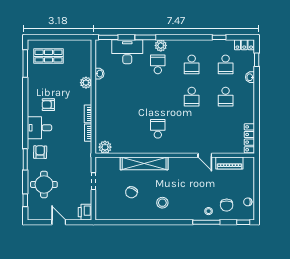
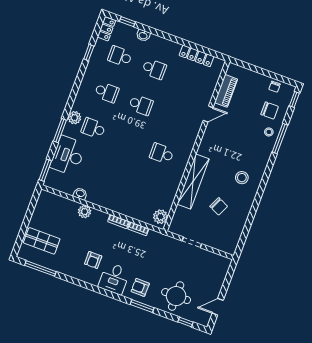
shop shelf: (48, 56) -> (42, 241), turned 90
school desk: (226, 64) -> (120, 56), turned 180
locker: (249, 138) -> (196, 56), moved
printer: (85, 212) -> (221, 263), removed
door: (59, 222) -> (218, 307), moved

